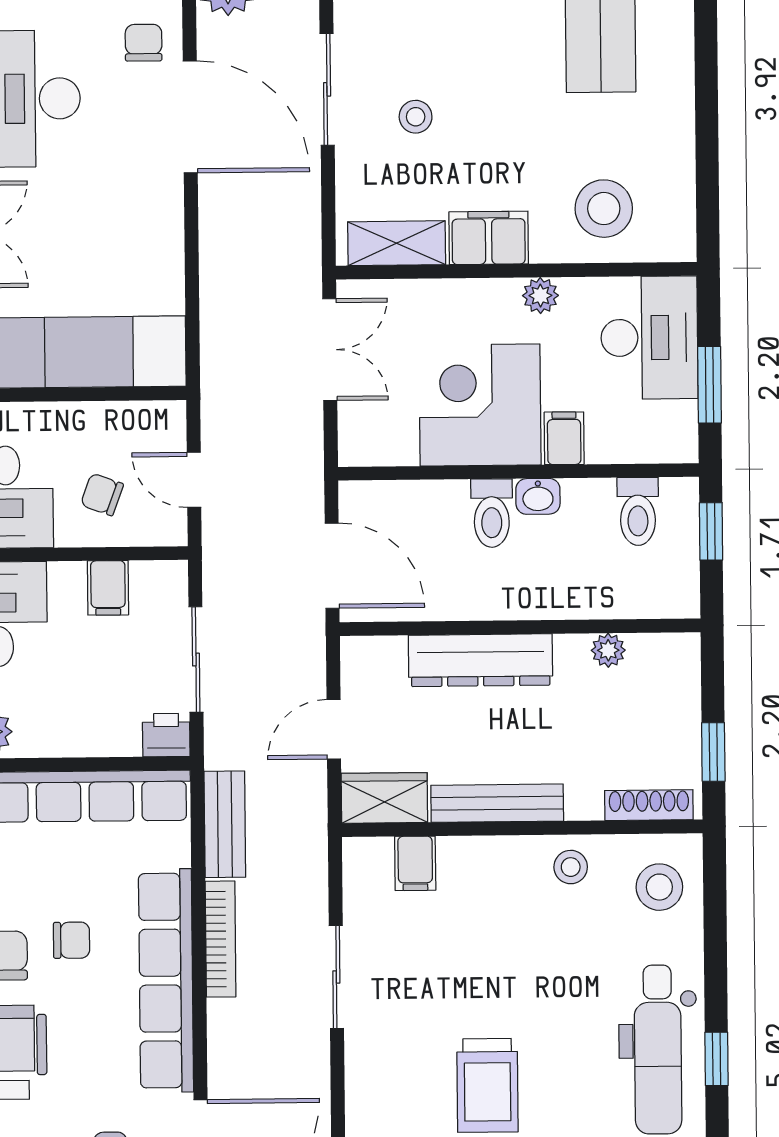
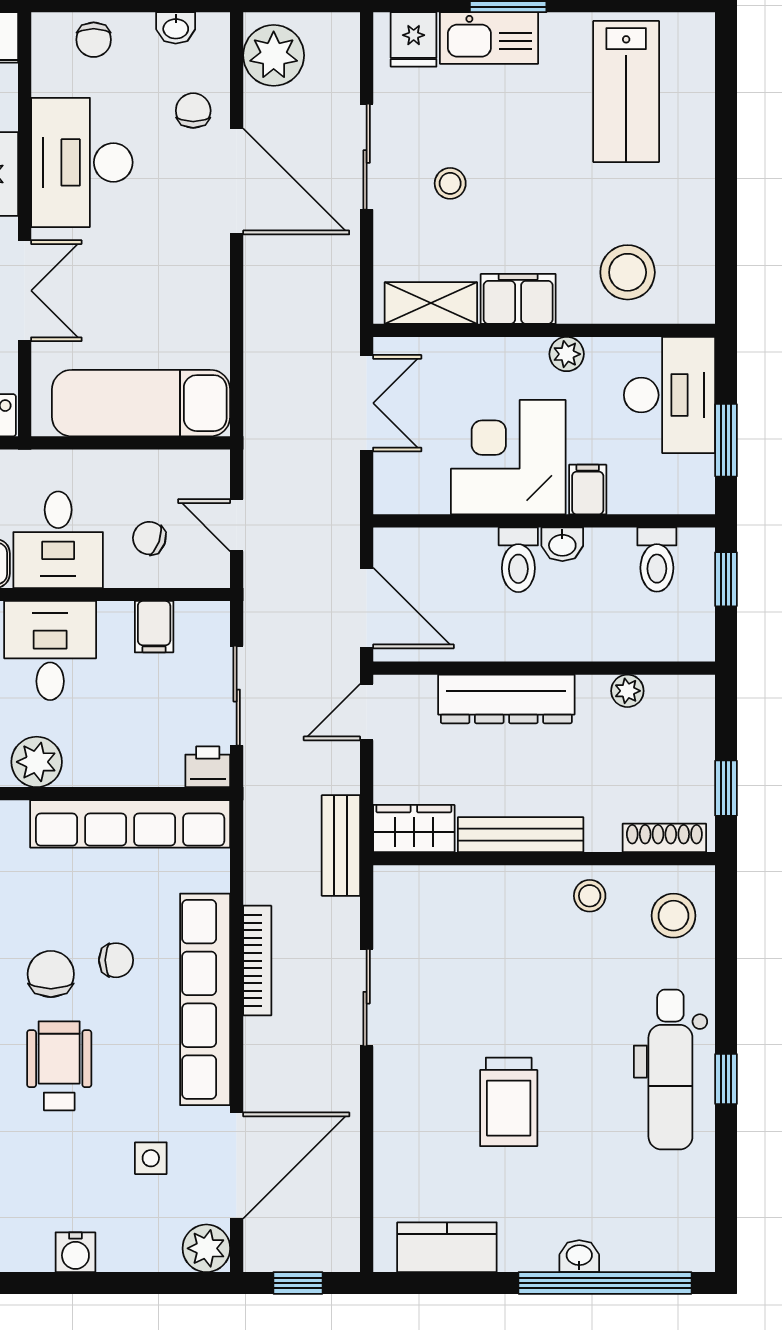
door: (334, 729) -> (367, 712), moved
bench: (225, 824) -> (341, 846), moved
filing cabinet: (415, 863) -> (442, 891), removed

